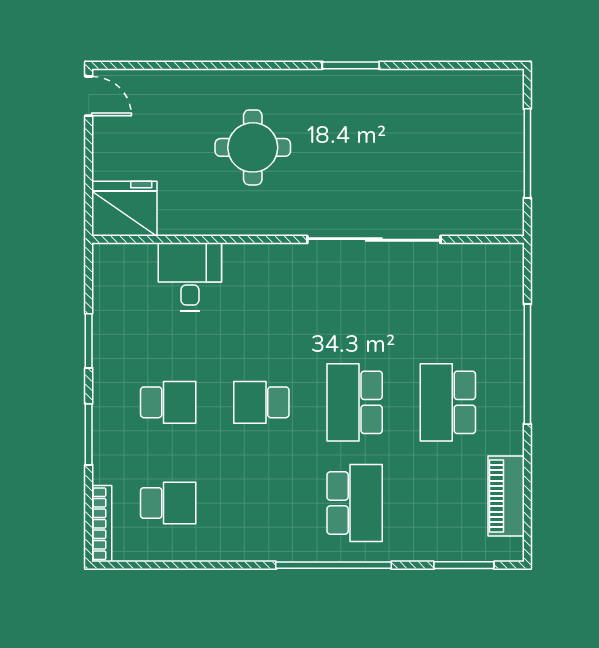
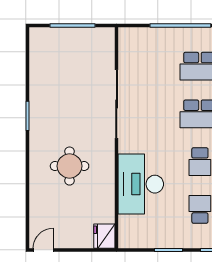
fridge: (124, 209) -> (104, 236), width x0.73, depth x0.75
desk: (190, 277) -> (141, 184), width x1.87, depth x1.30

